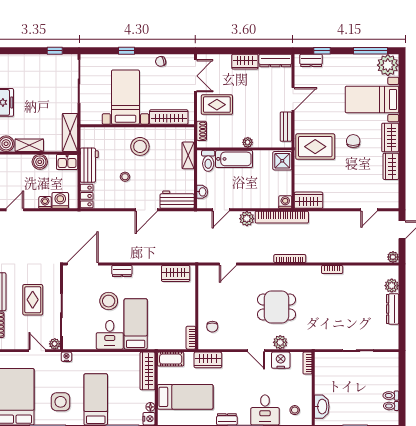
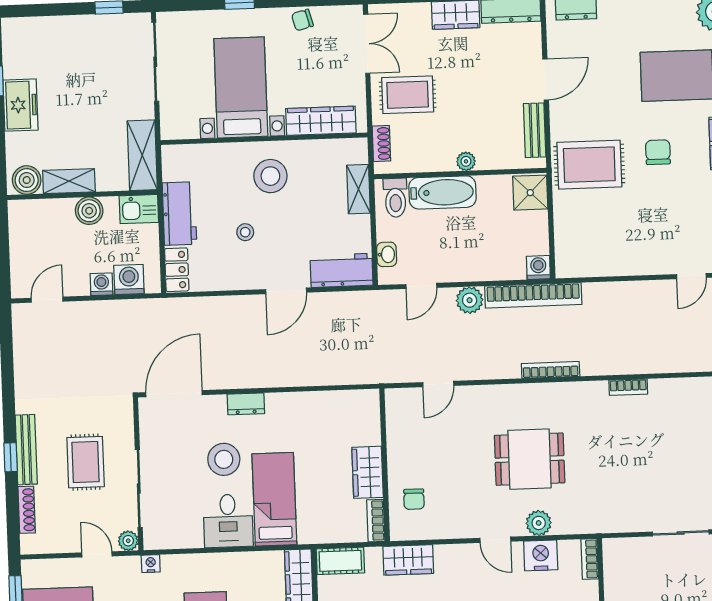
wardrobe: (308, 200) -> (581, 263), removed
wardrobe: (176, 273) -> (368, 472), moved, turned 90

